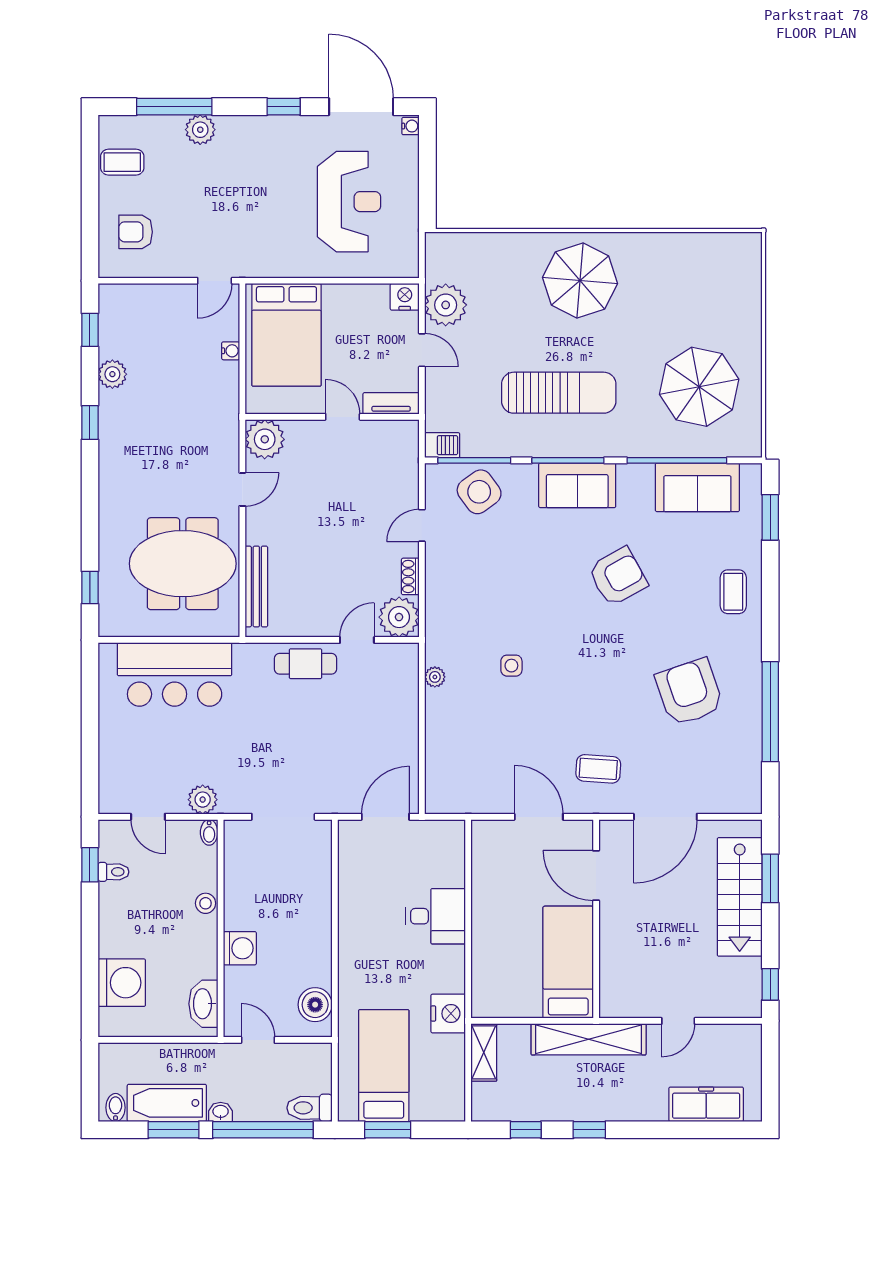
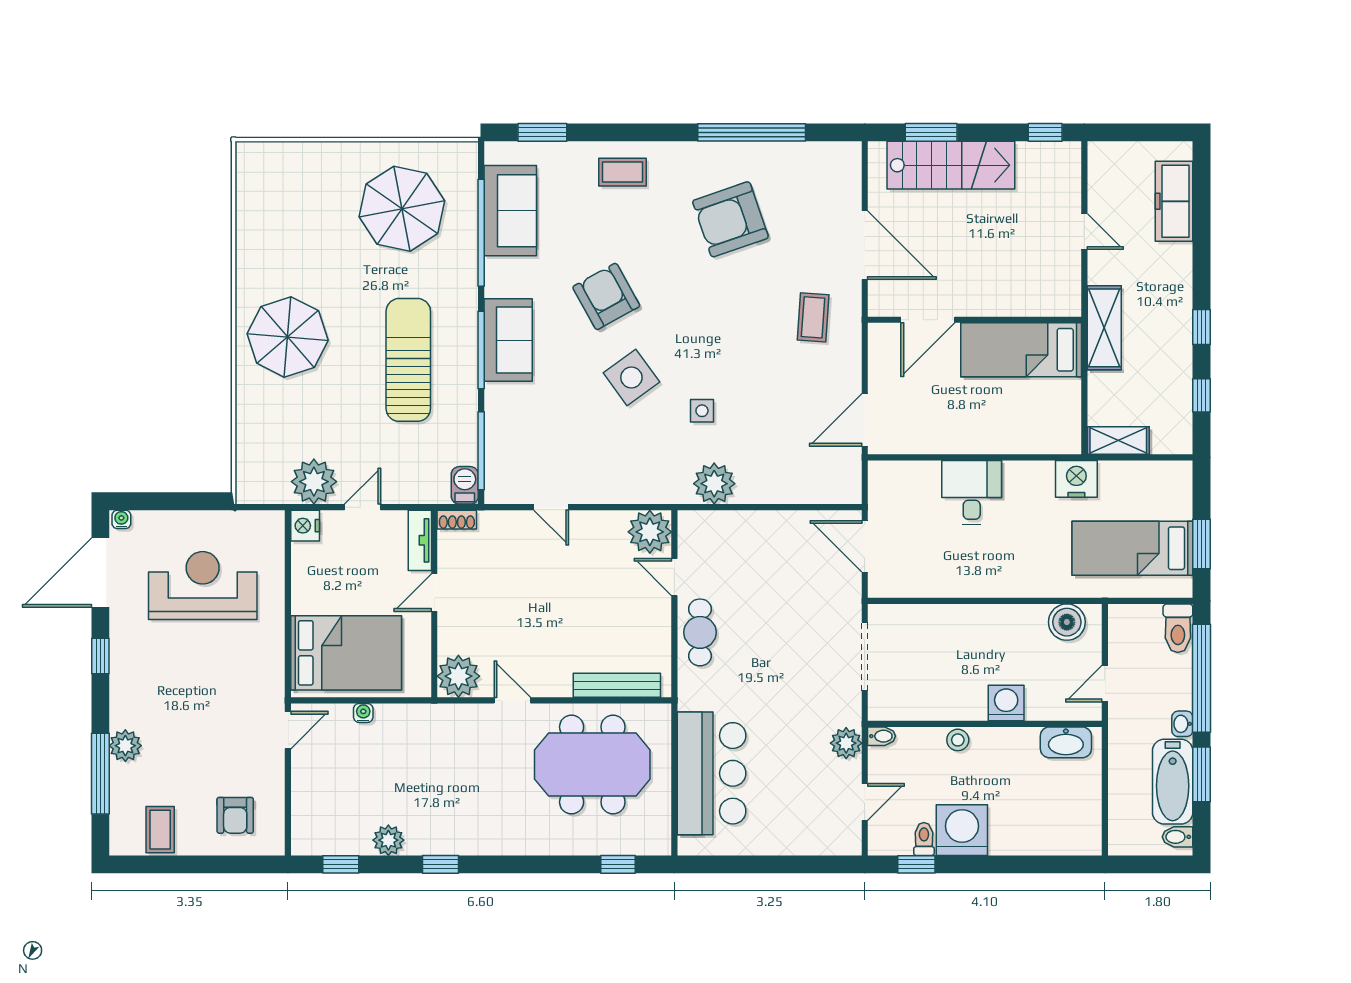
door: (215, 281) -> (288, 730), hinge flipped
side table: (479, 492) -> (631, 377), moved
meeting table: (183, 564) -> (592, 764), turned 90
shoe rack: (410, 576) -> (457, 520), moved
plant: (435, 677) -> (714, 484), width x1.88, depth x1.88
door: (539, 817) -> (865, 420), moved
washing machine: (122, 983) -> (962, 830), moved
shelving: (589, 1039) -> (1104, 328), width x0.68

